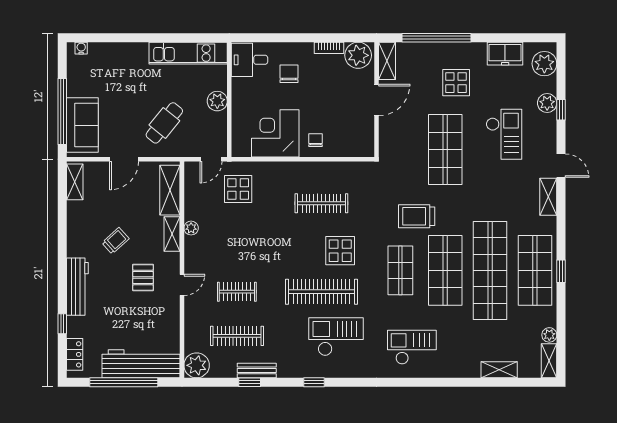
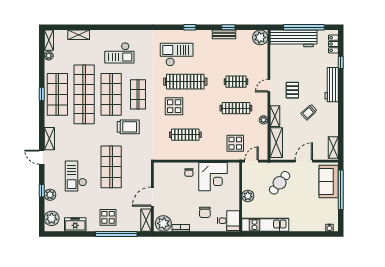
display table: (456, 83) -> (108, 217), moved
clothes rail: (237, 336) -> (236, 108), moved
checkout: (336, 337) -> (177, 55), turned 180
checkout: (412, 347) -> (119, 53), moved

